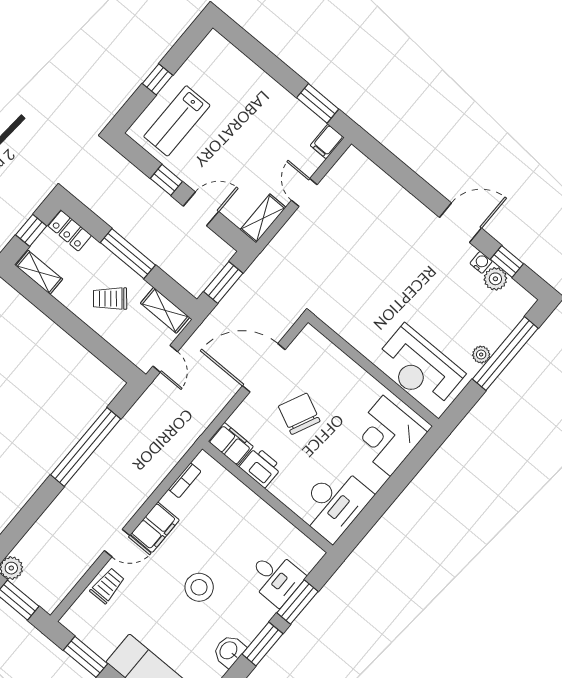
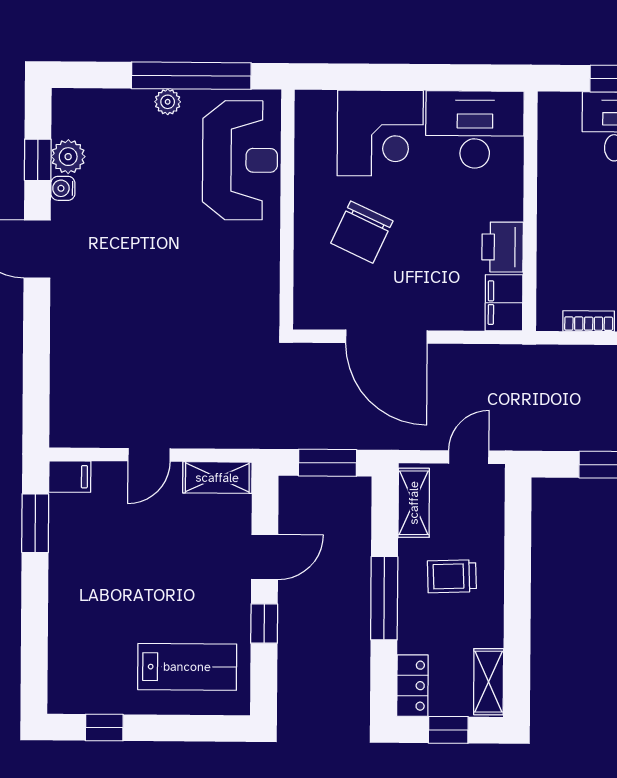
window: (157, 79) -> (104, 728), moved
door: (201, 209) -> (265, 557), swing flipped
trolley: (110, 299) -> (452, 576), turned 128
window: (505, 354) -> (191, 76), moved
chair: (299, 414) -> (362, 232), moved
corner desk: (387, 436) -> (380, 133), moved

